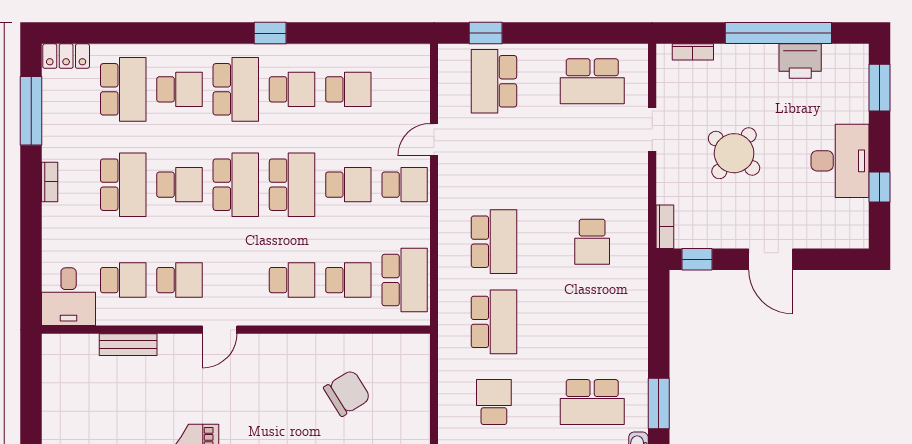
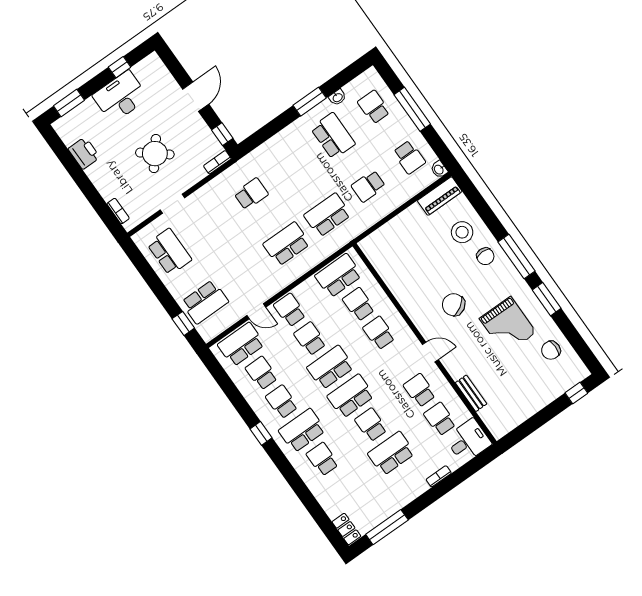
window: (778, 33) -> (78, 174), removed
school desk: (123, 89) -> (241, 344), moved
bookcase: (50, 182) -> (439, 476), moved
chair: (347, 393) -> (454, 305), moved

